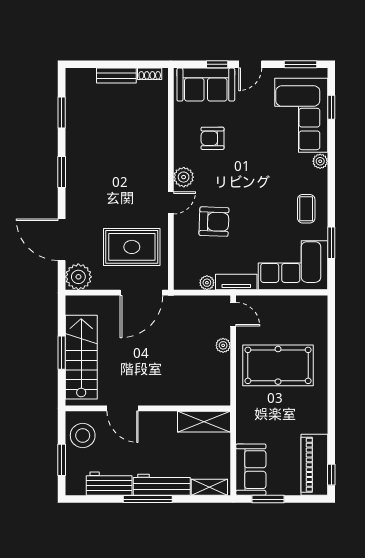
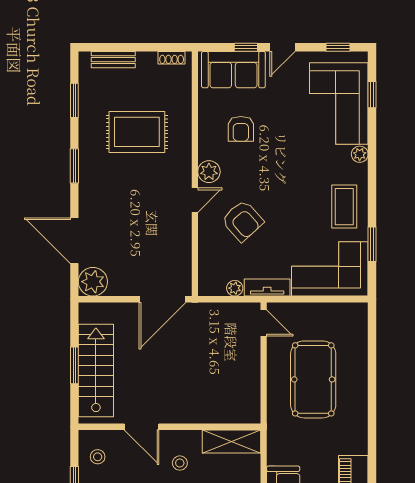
window: (301, 64) -> (338, 47), width x0.67
bench: (116, 76) -> (113, 60), moved
armchair: (212, 138) -> (241, 129), turned -90
coffee table: (306, 209) -> (344, 207), width x1.36, depth x1.30
armchair: (214, 222) -> (243, 221), turned 46
rug: (132, 247) -> (137, 132), moved
plant: (223, 345) -> (253, 357), removed
pool table: (278, 365) -> (313, 379), turned 90
stool: (83, 435) -> (98, 457), width x0.53, depth x0.53
stool: (157, 441) -> (180, 463), added

